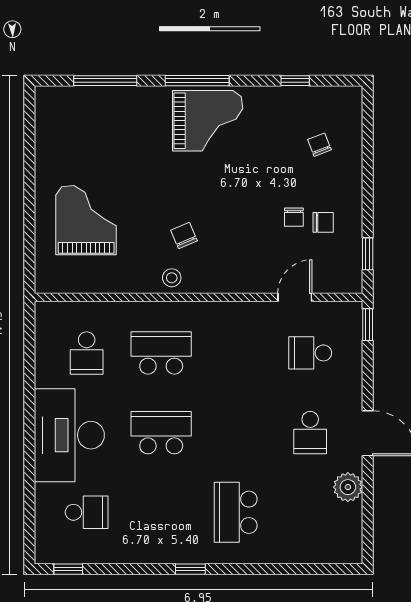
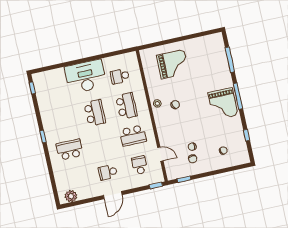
plant: (348, 487) -> (71, 196), moved
school desk: (87, 512) -> (133, 136), moved, width x1.85

